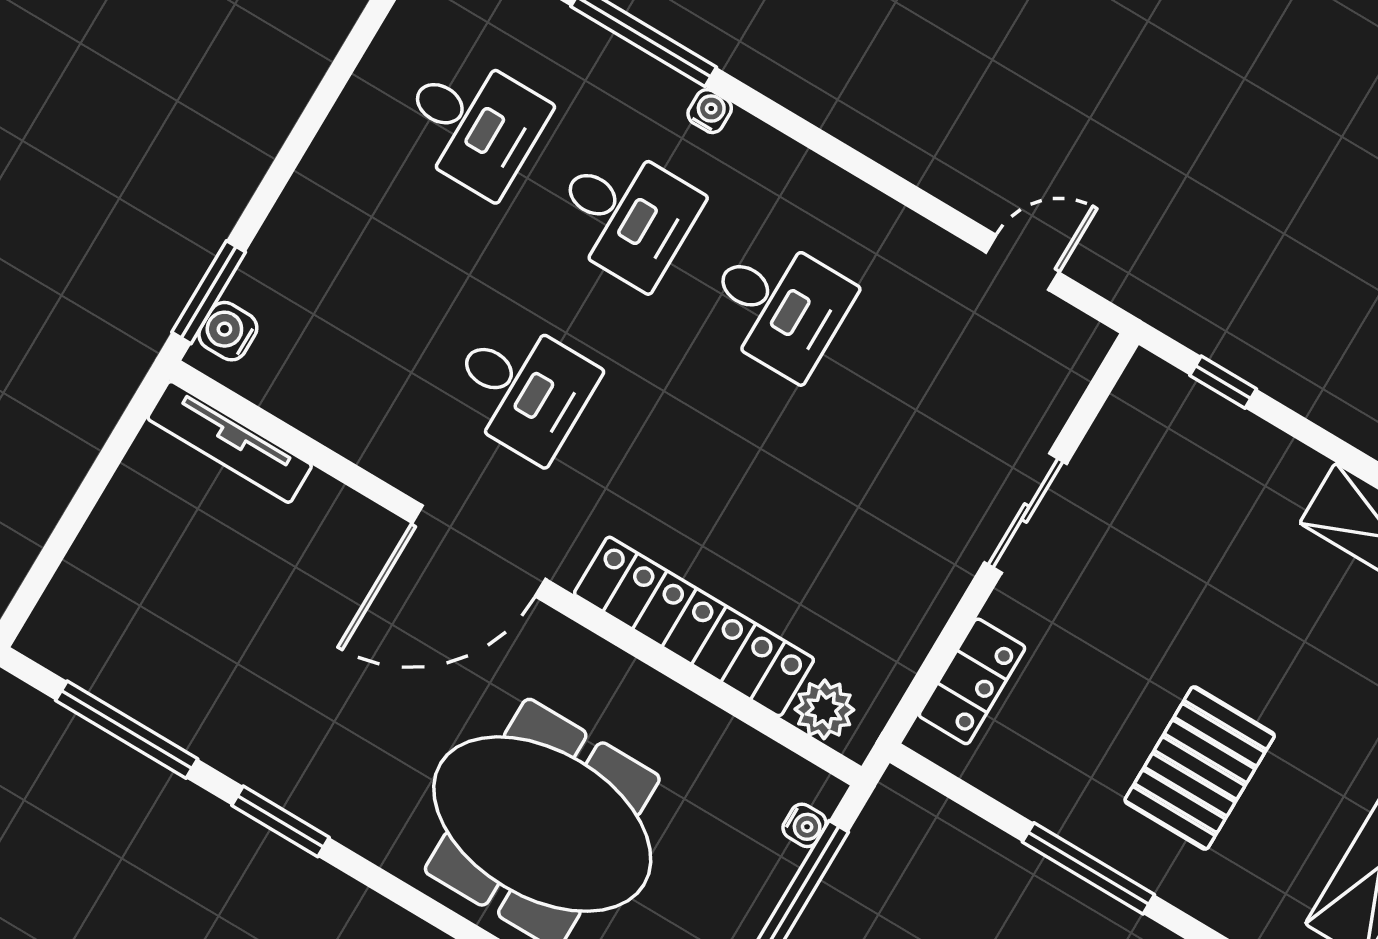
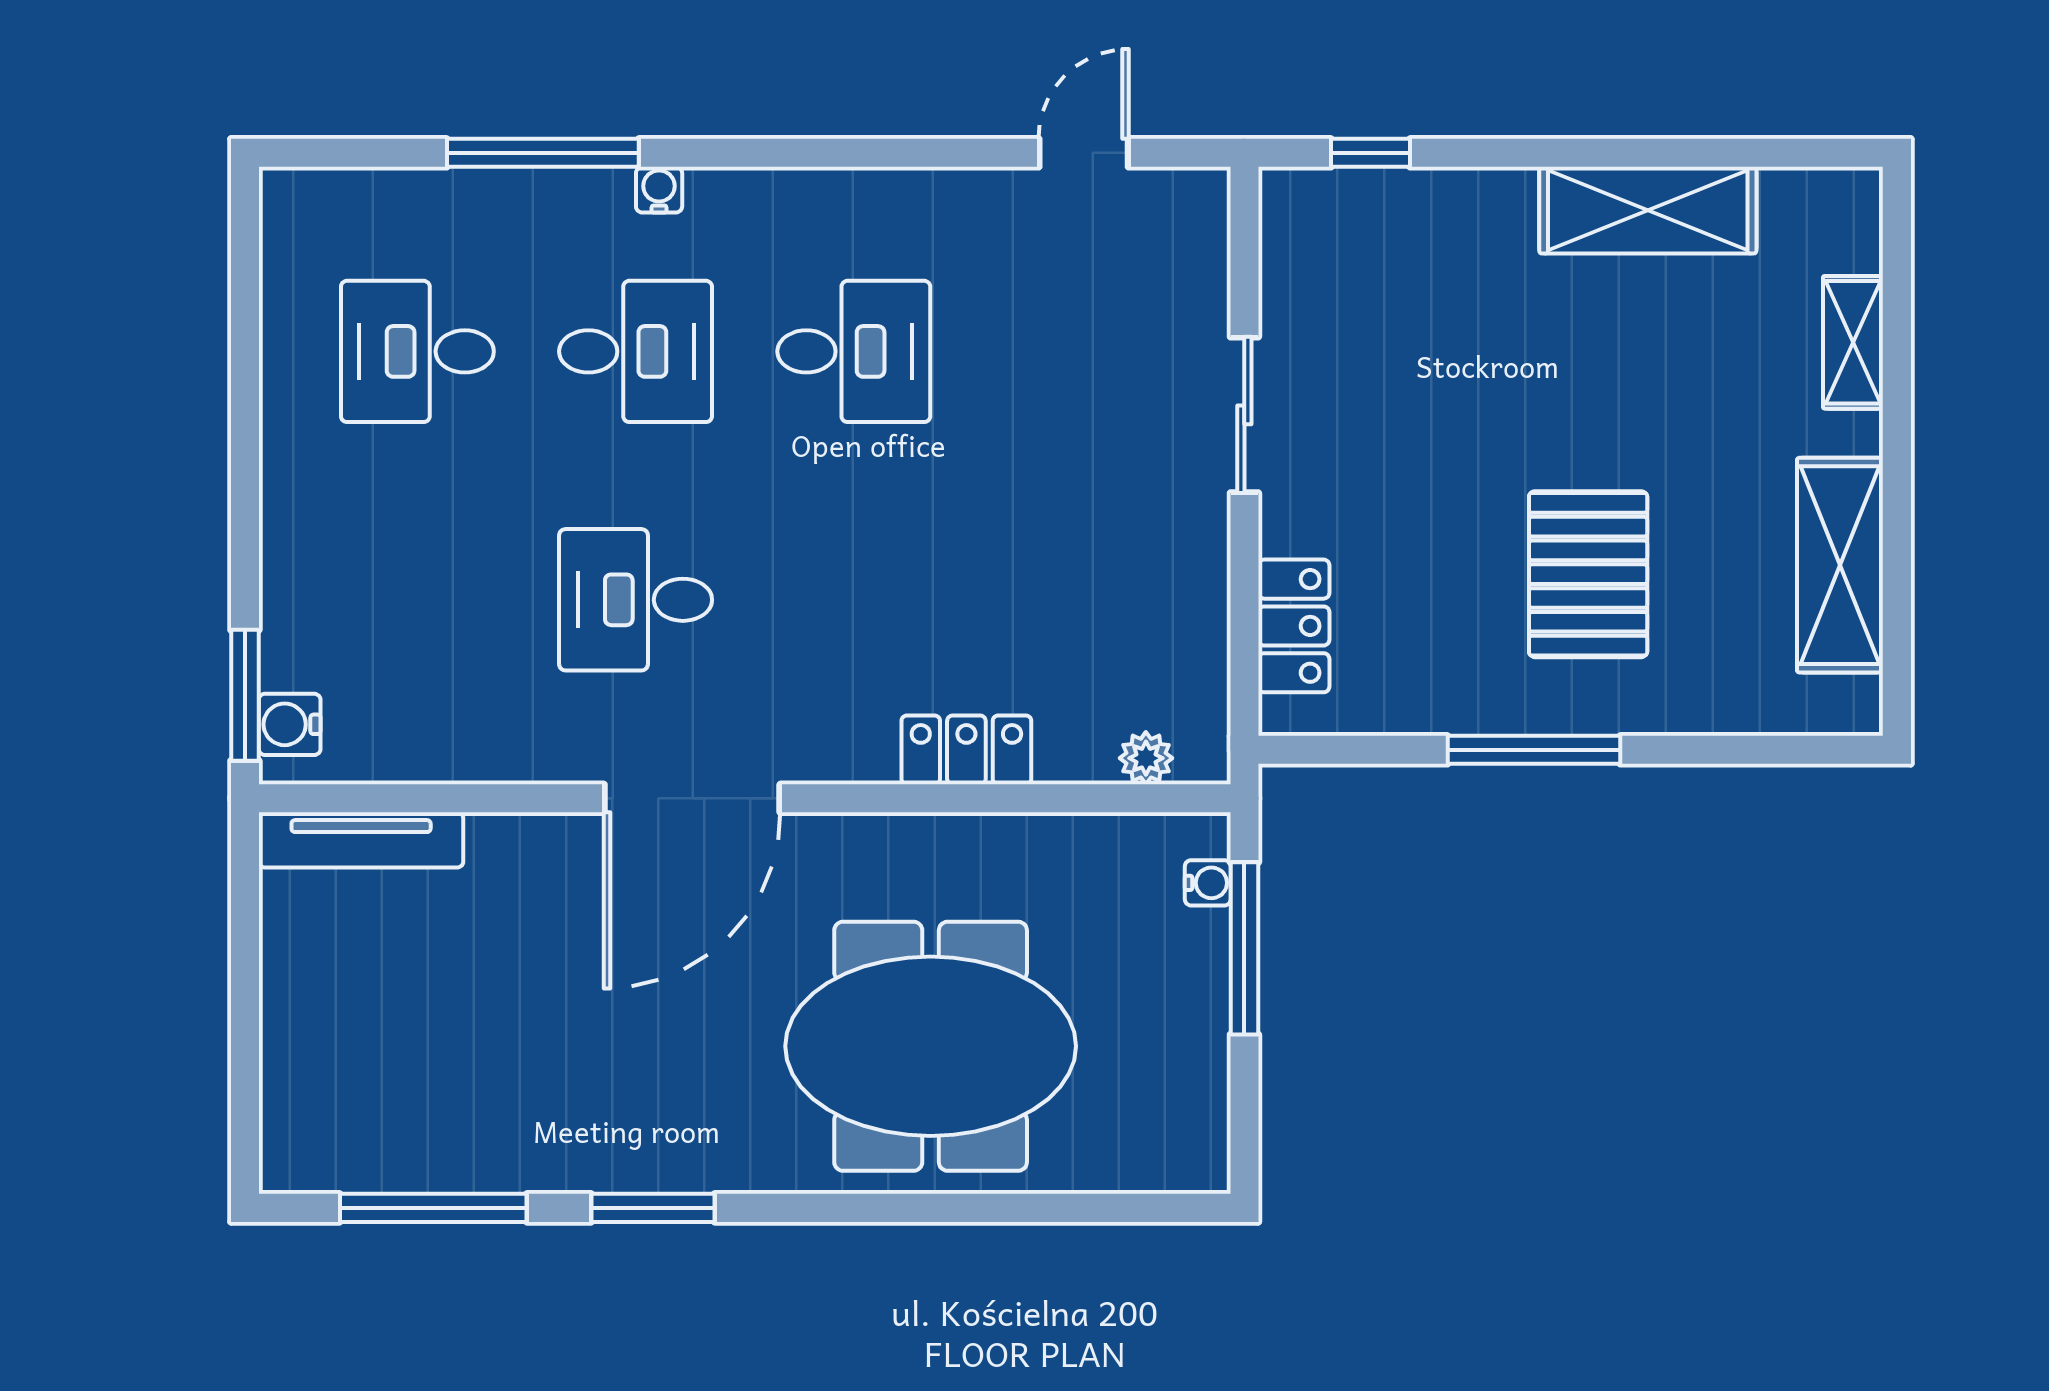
desk: (473, 123) -> (417, 351), turned 180
desk: (522, 388) -> (636, 600), turned 180
locker: (694, 626) -> (966, 750), width x0.46, depth x0.83
plant: (824, 709) -> (1146, 758), width x0.73, depth x0.73

